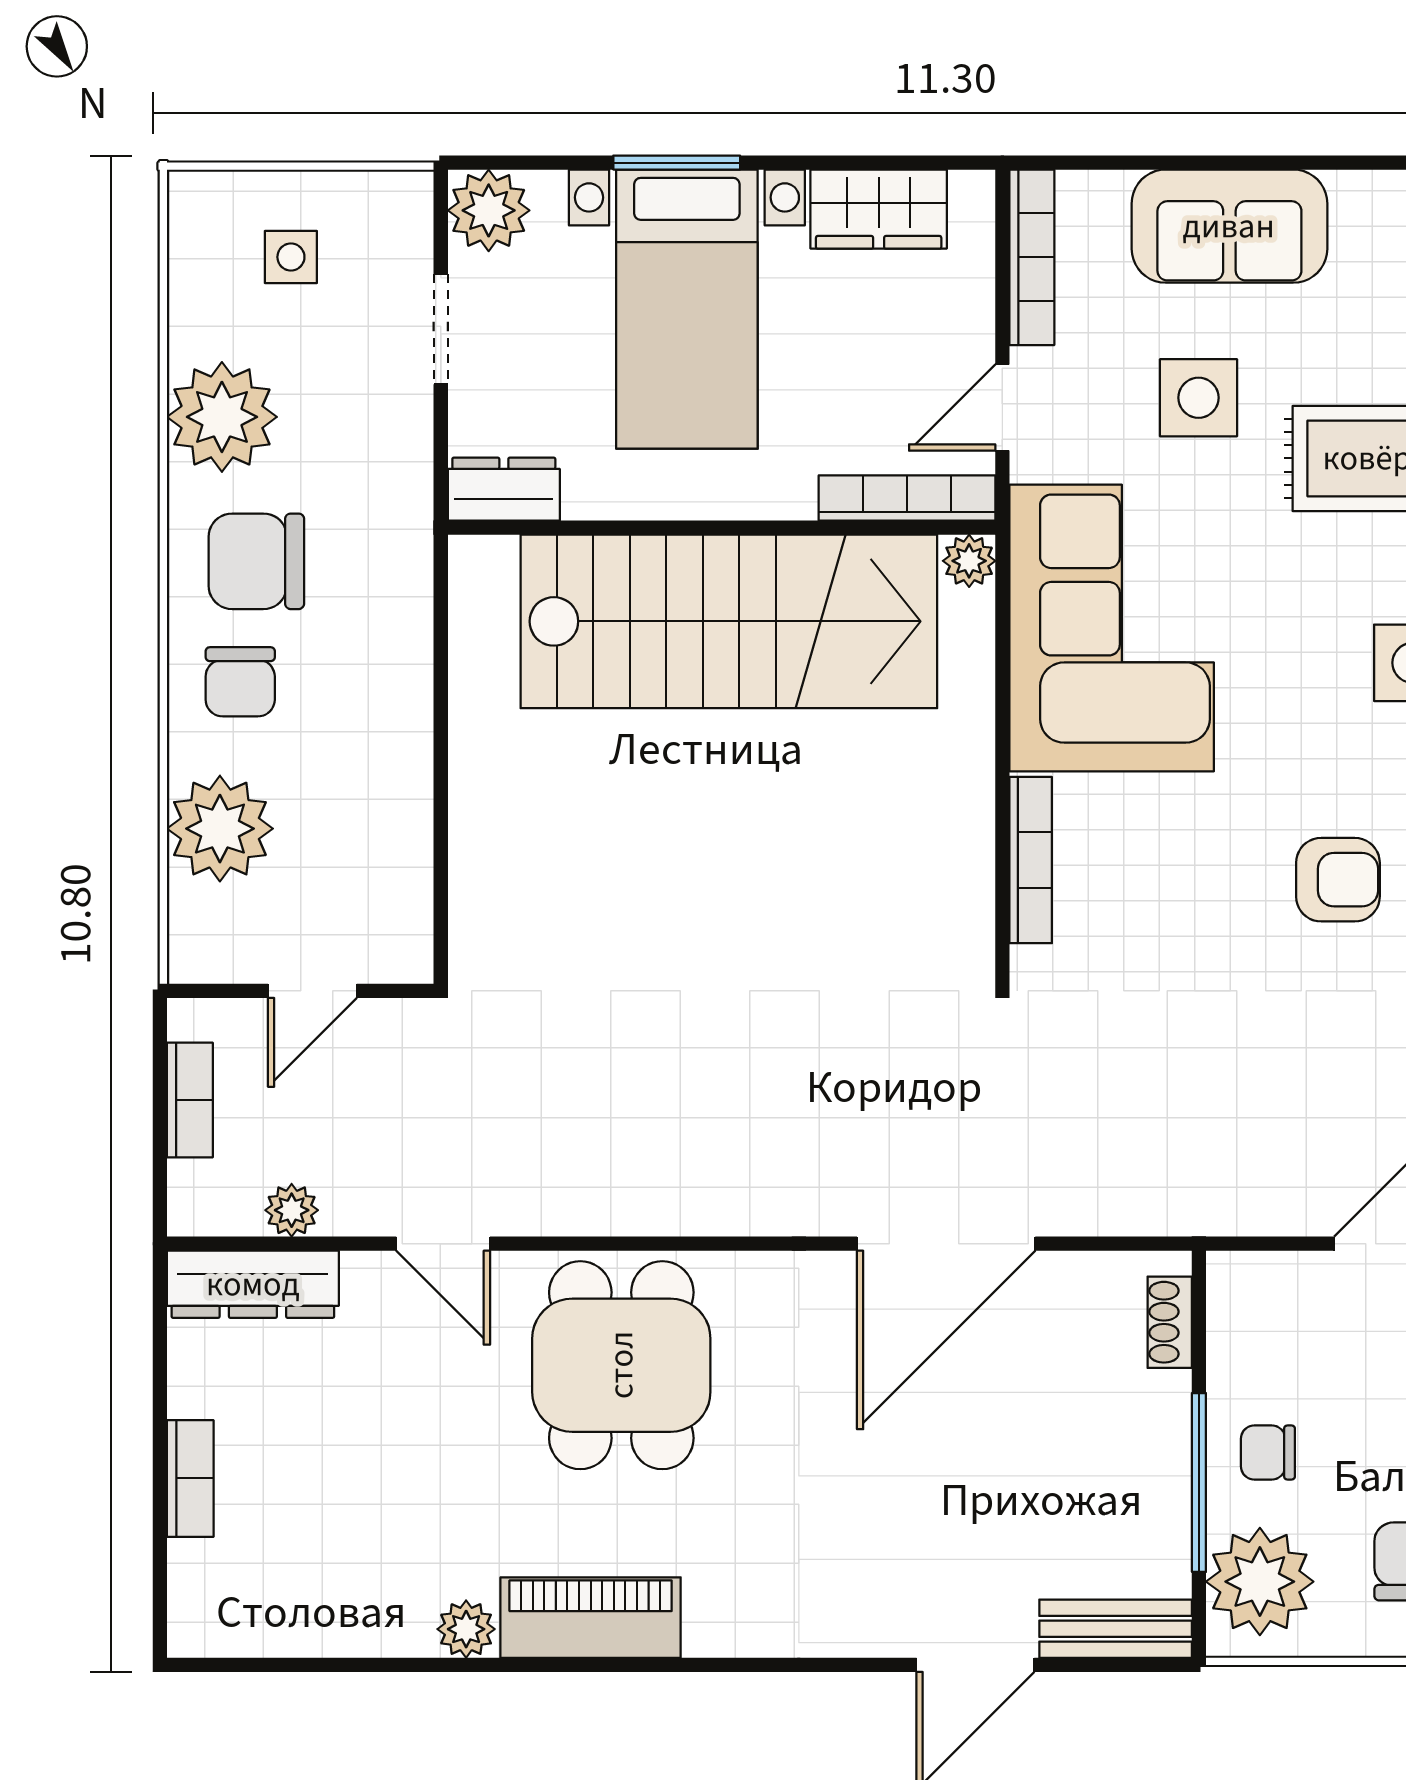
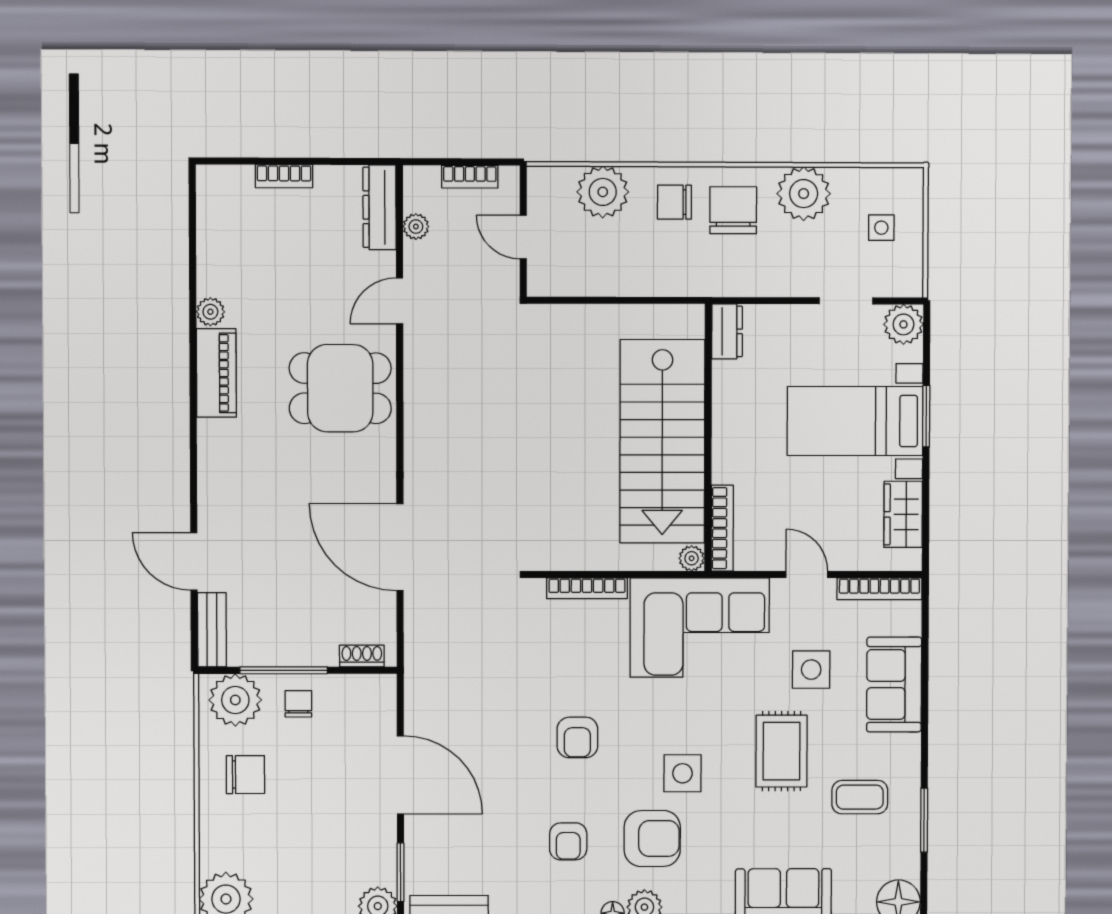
dresser: (504, 489) -> (727, 331), moved
bookcase: (907, 498) -> (722, 528), moved
wall: (722, 528) -> (708, 438), moved
plant: (969, 561) -> (692, 558), moved
stairs: (729, 621) -> (662, 441), moved

